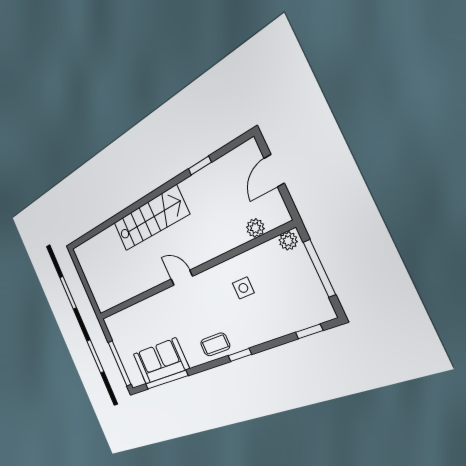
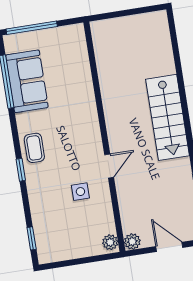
plant: (255, 228) -> (132, 242), moved
window: (319, 268) -> (82, 261), removed
door: (182, 278) -> (109, 166), moved

